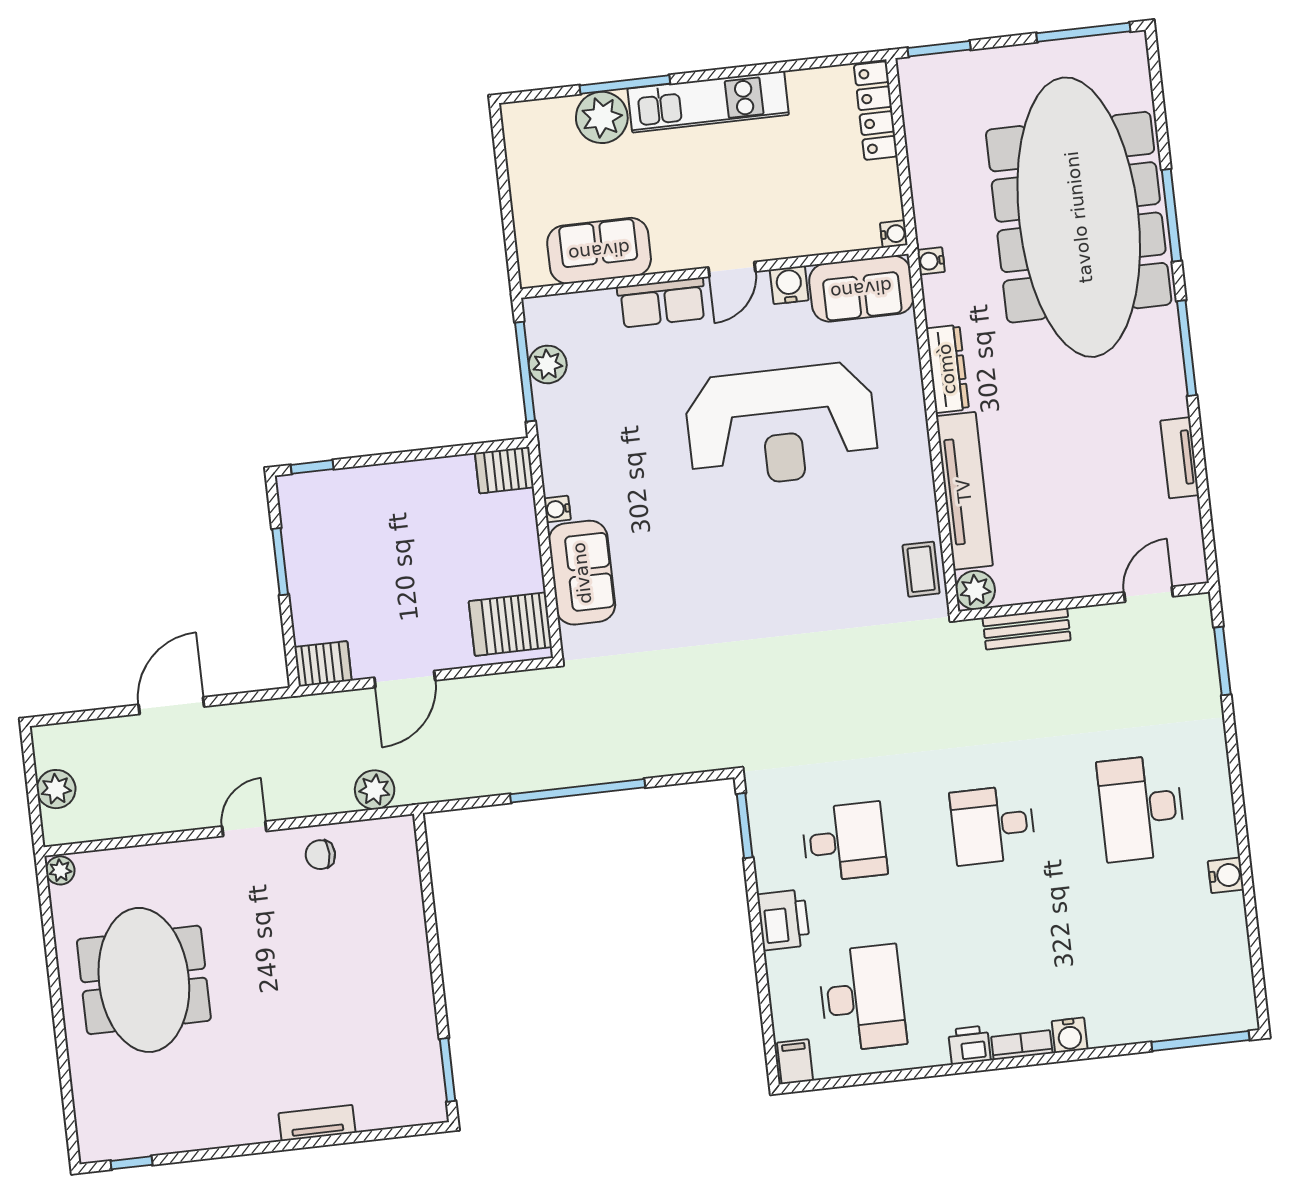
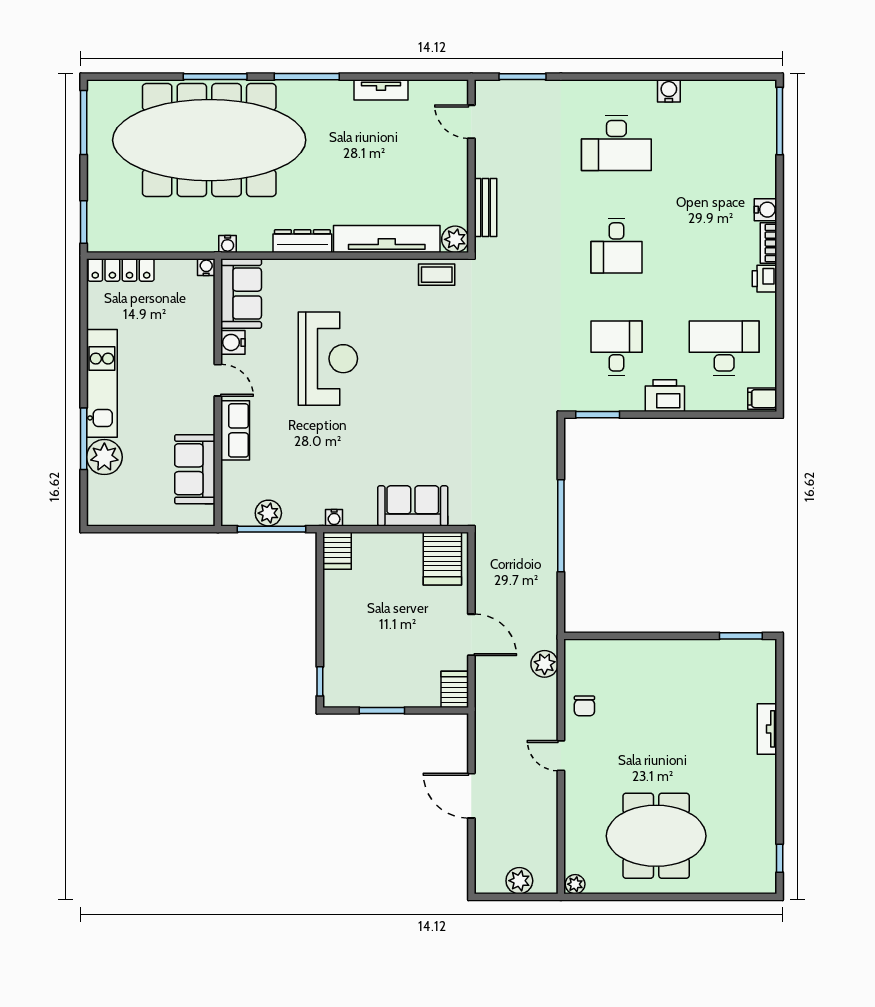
reception desk: (781, 425) -> (328, 359), width x0.74, depth x0.77
water cooler: (557, 509) -> (334, 518), moved

